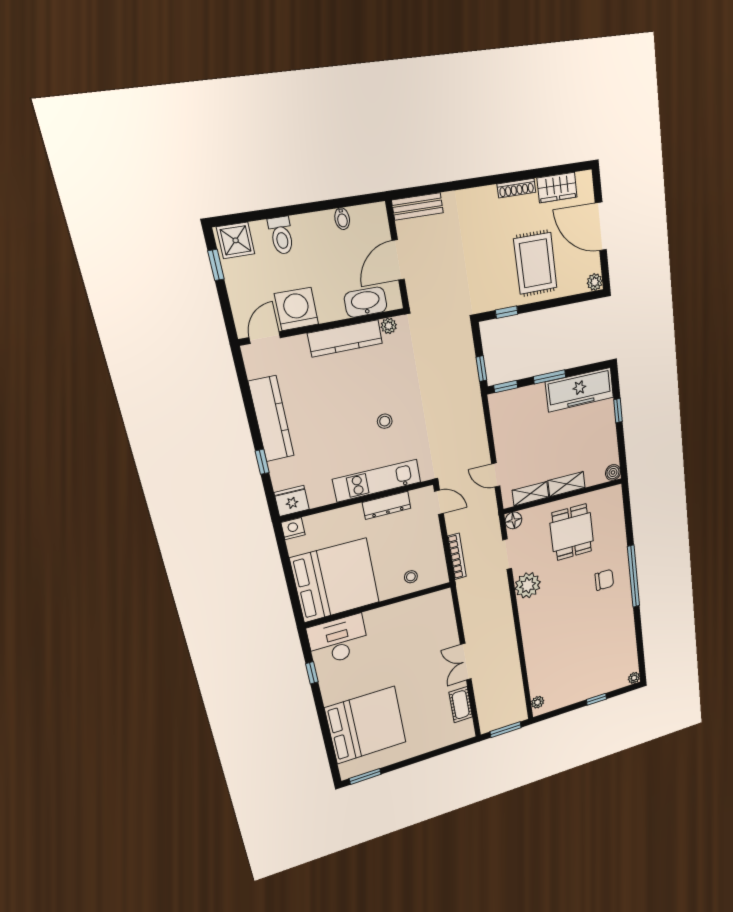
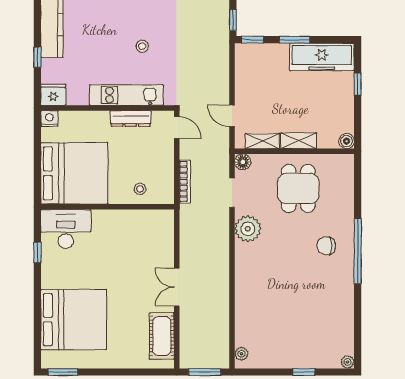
chair: (604, 580) -> (326, 246), turned 180
cot: (461, 705) -> (162, 336), width x1.37, depth x1.34

